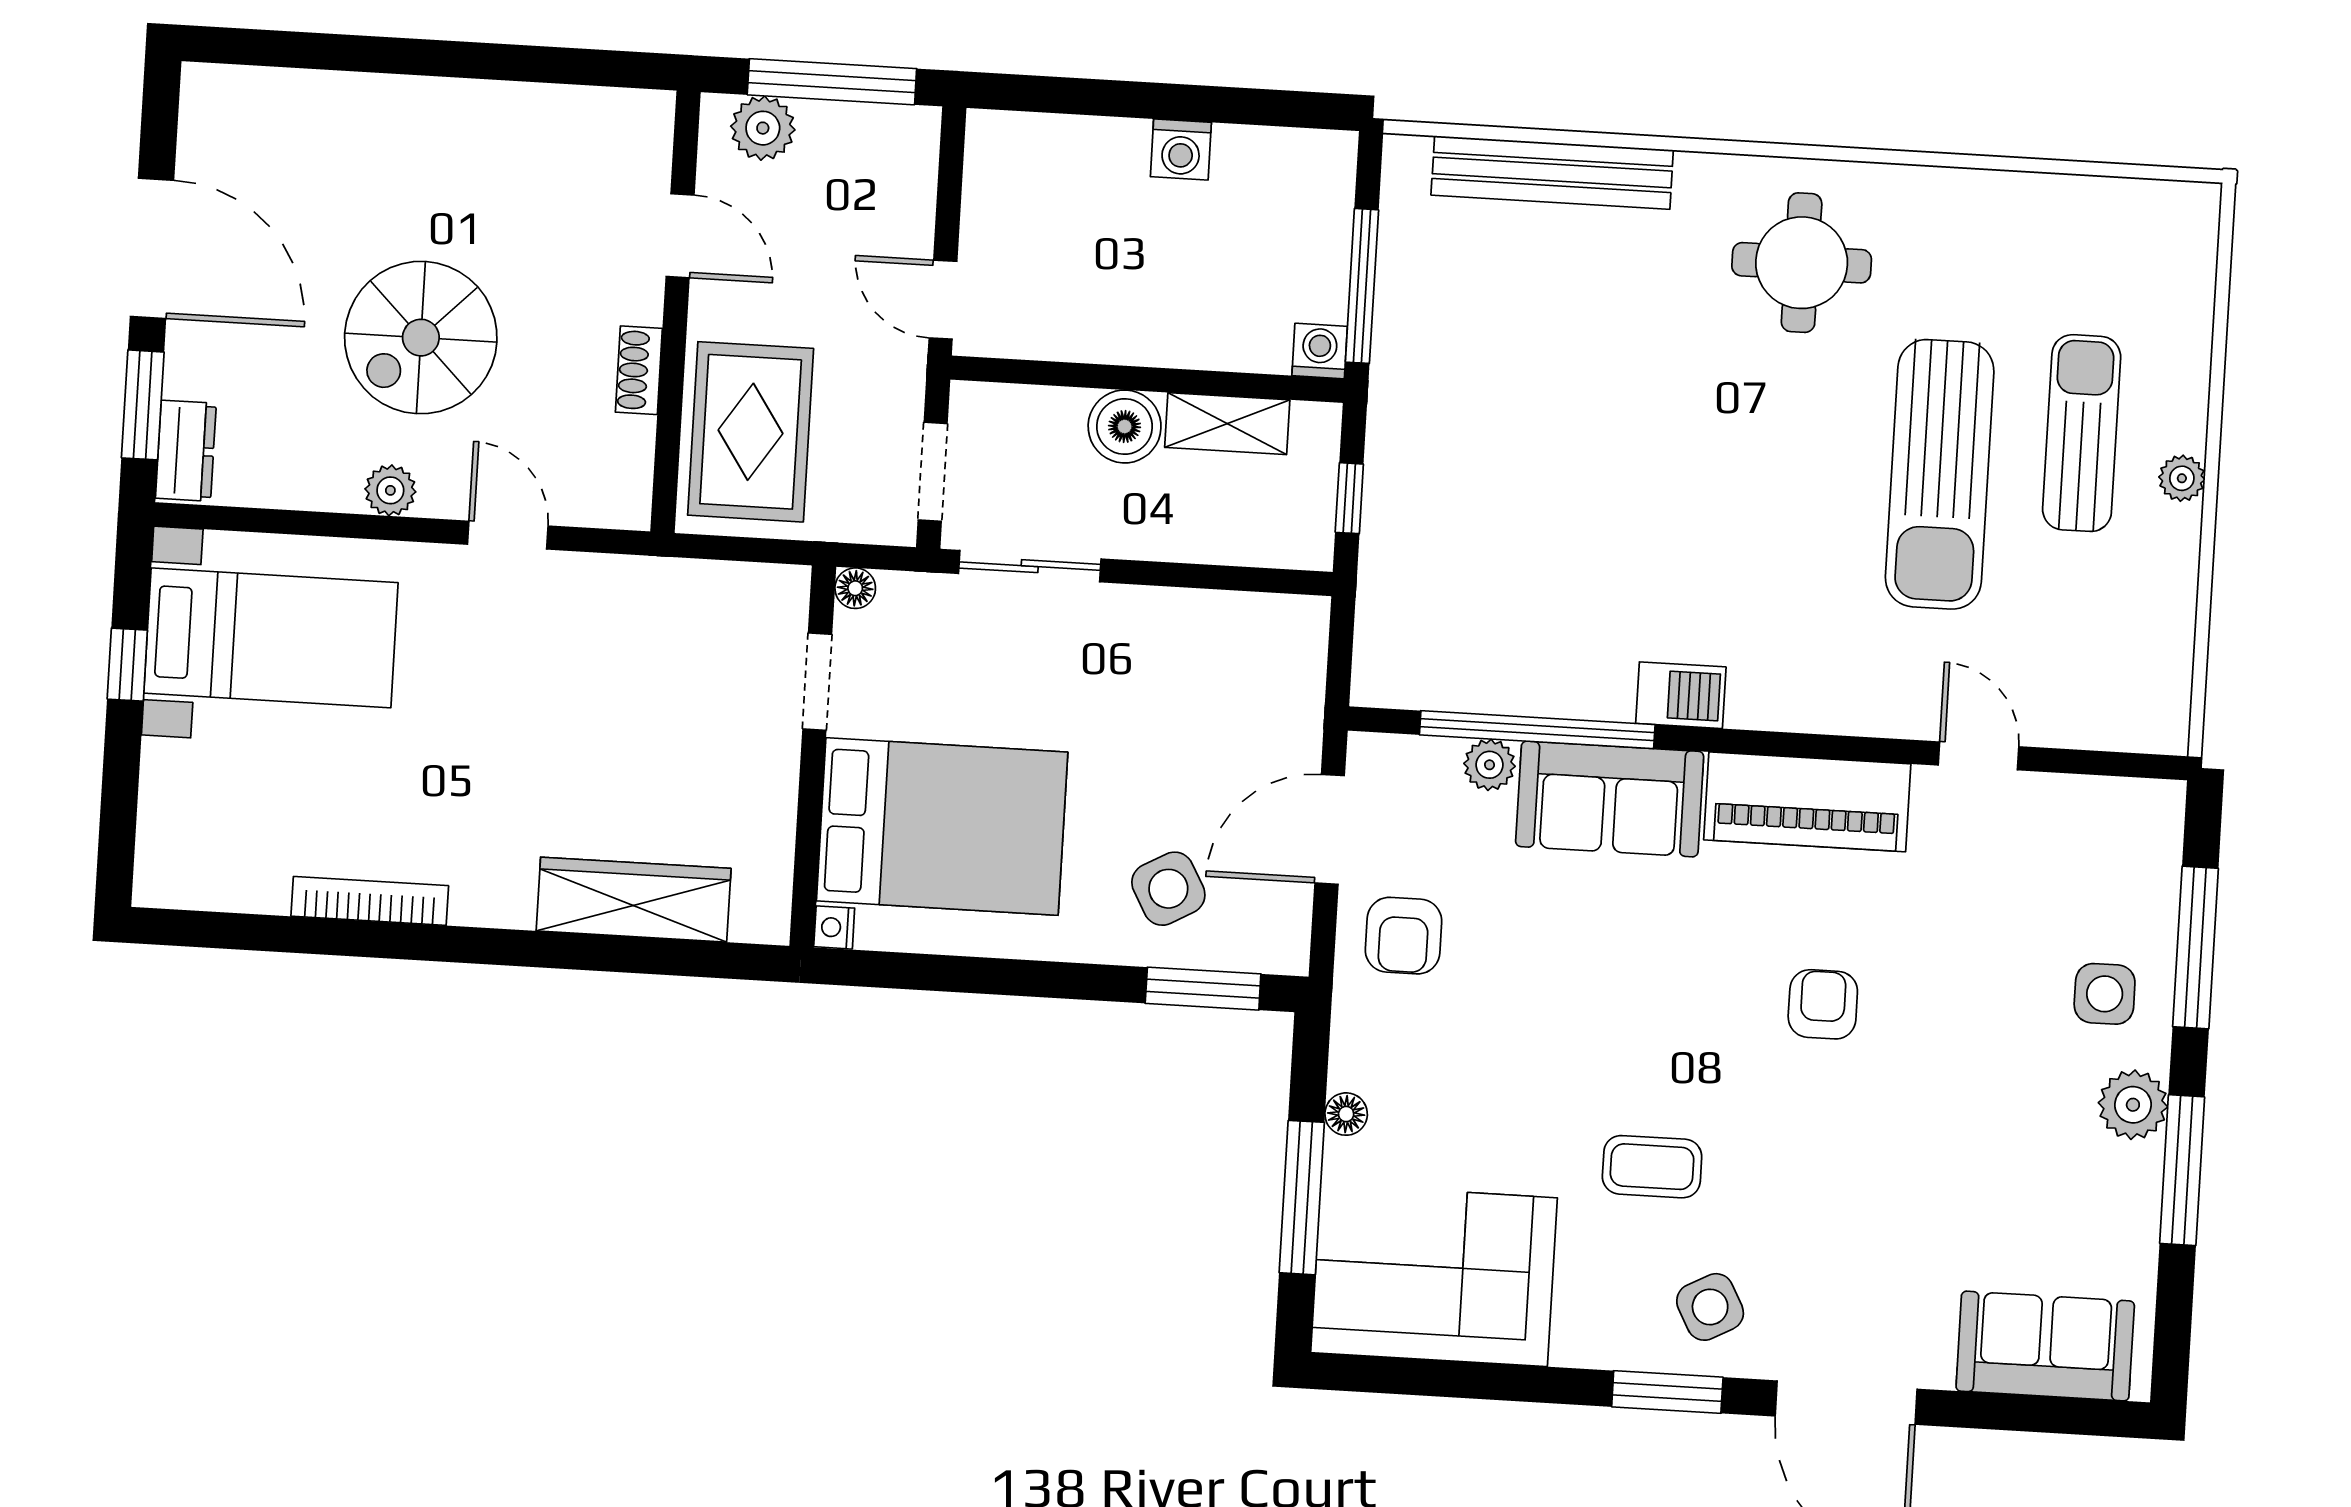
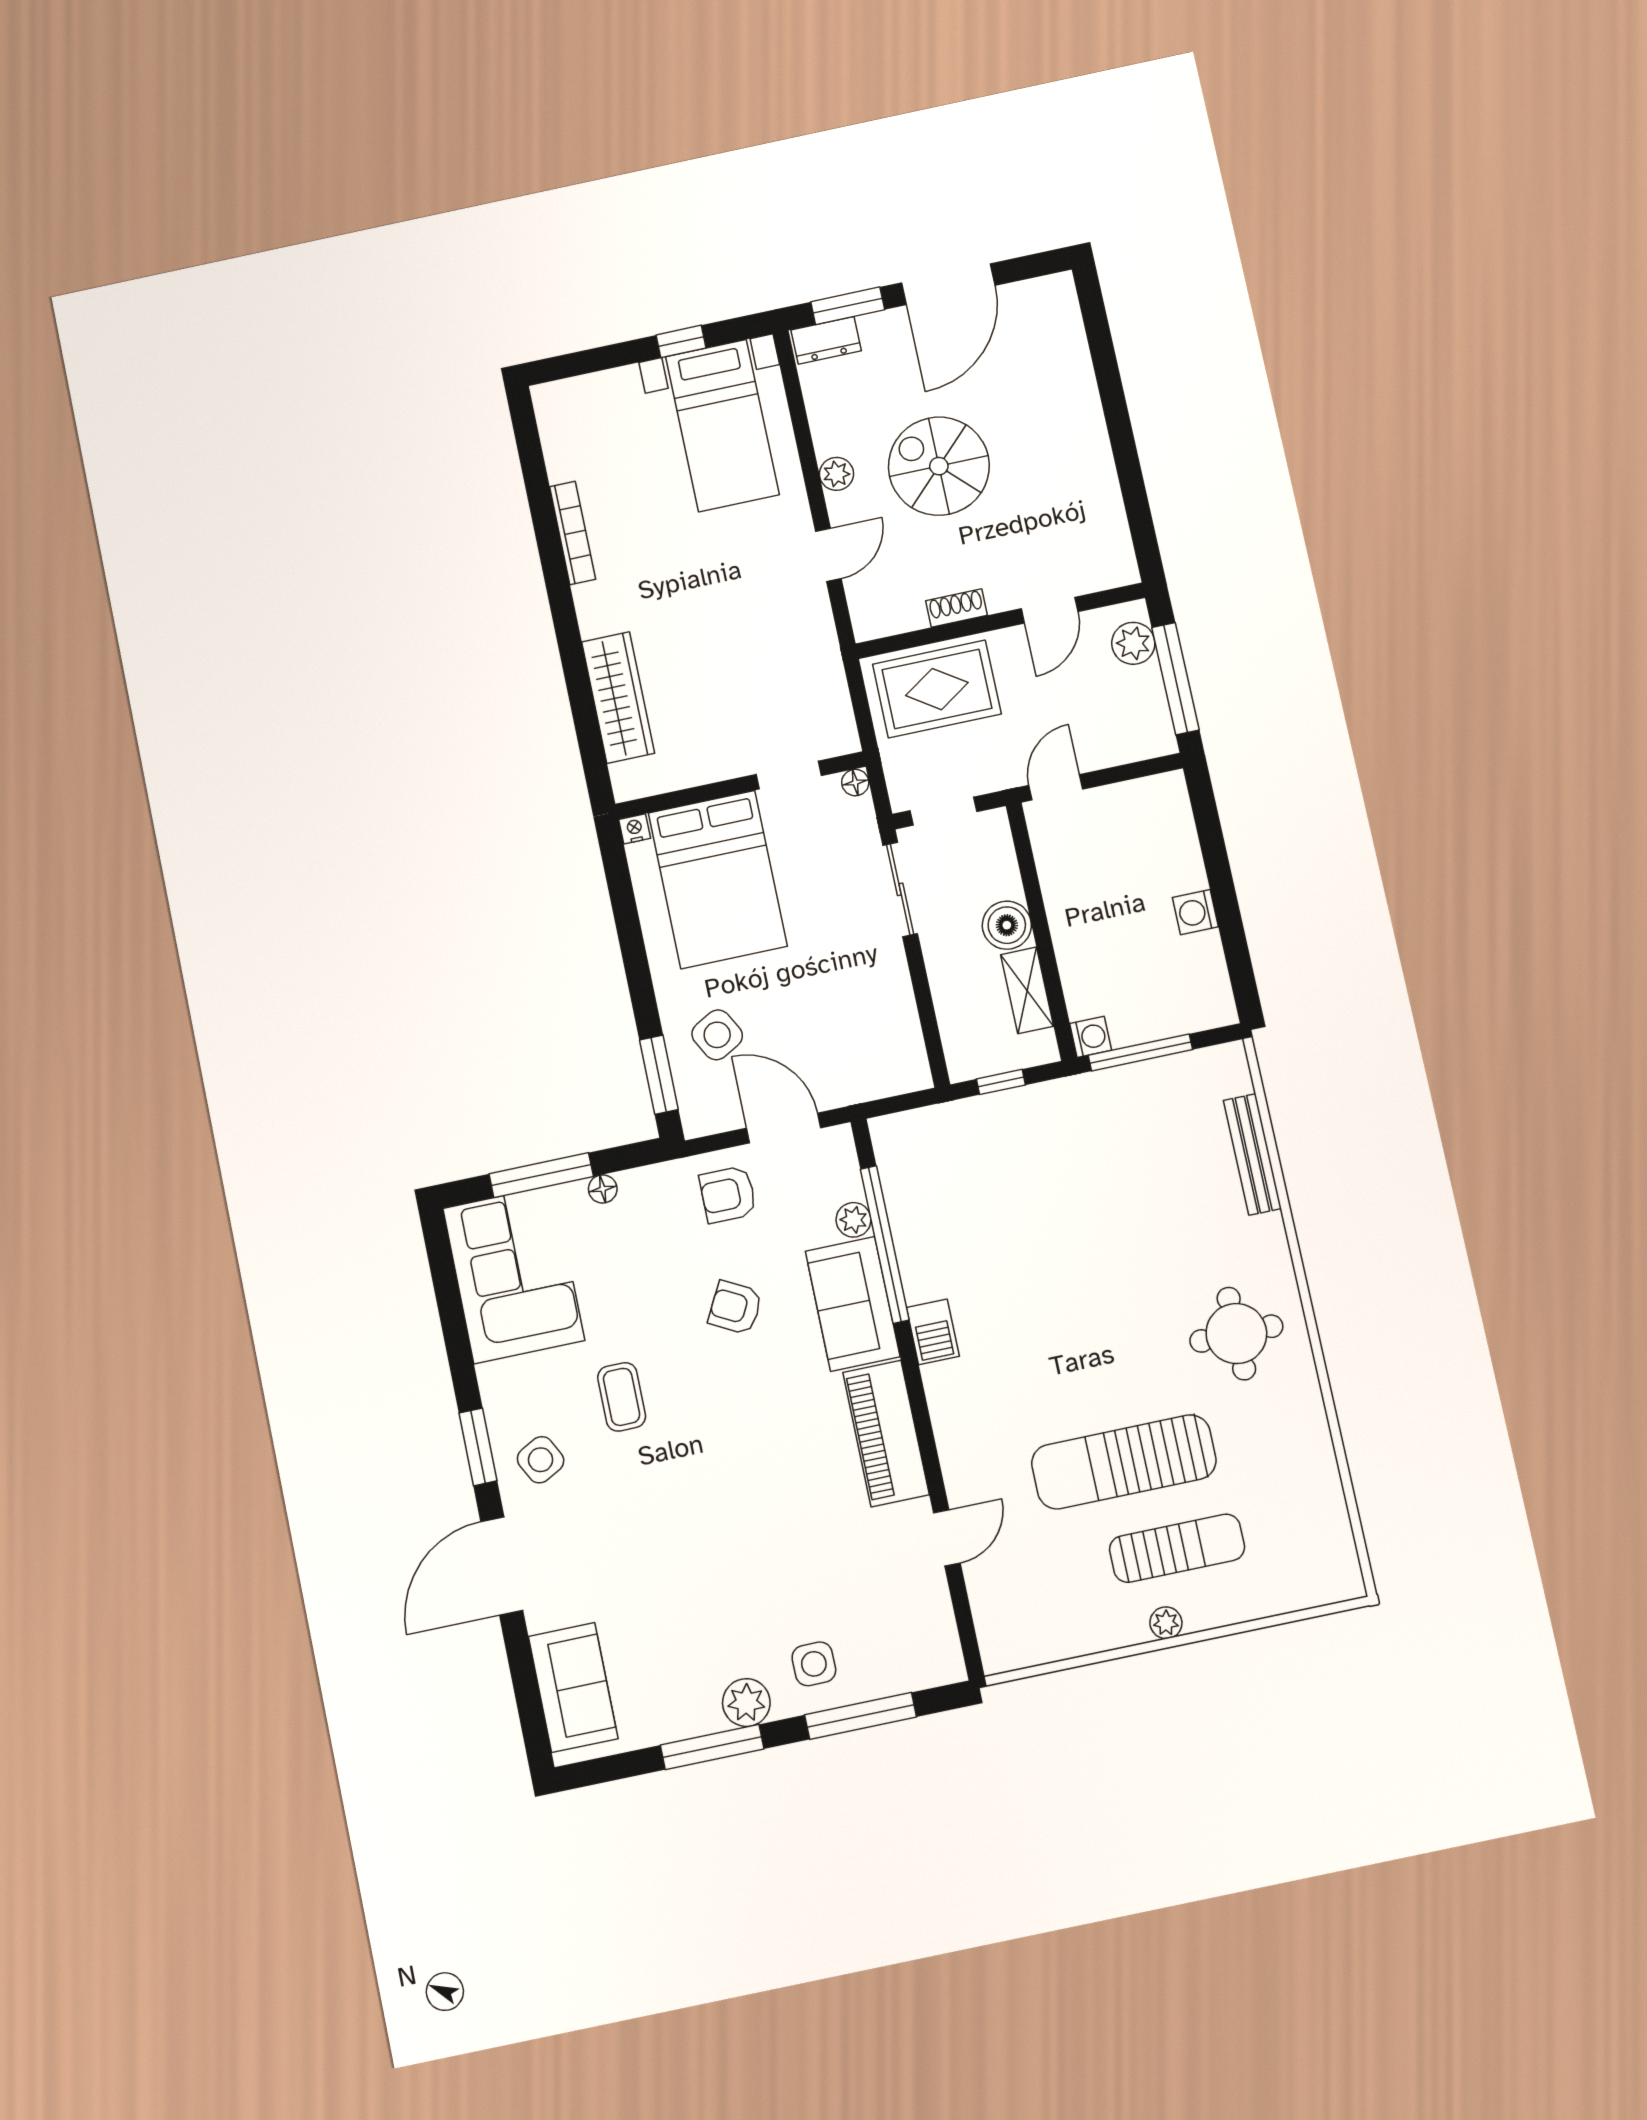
bench: (1552, 172) -> (1252, 1154), width x0.73, depth x0.82
armchair: (1823, 1004) -> (735, 1308), moved, turned -152

